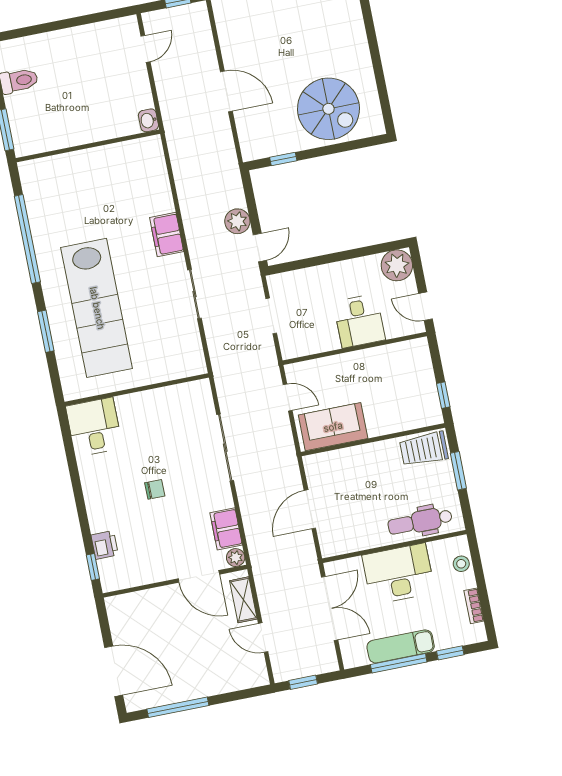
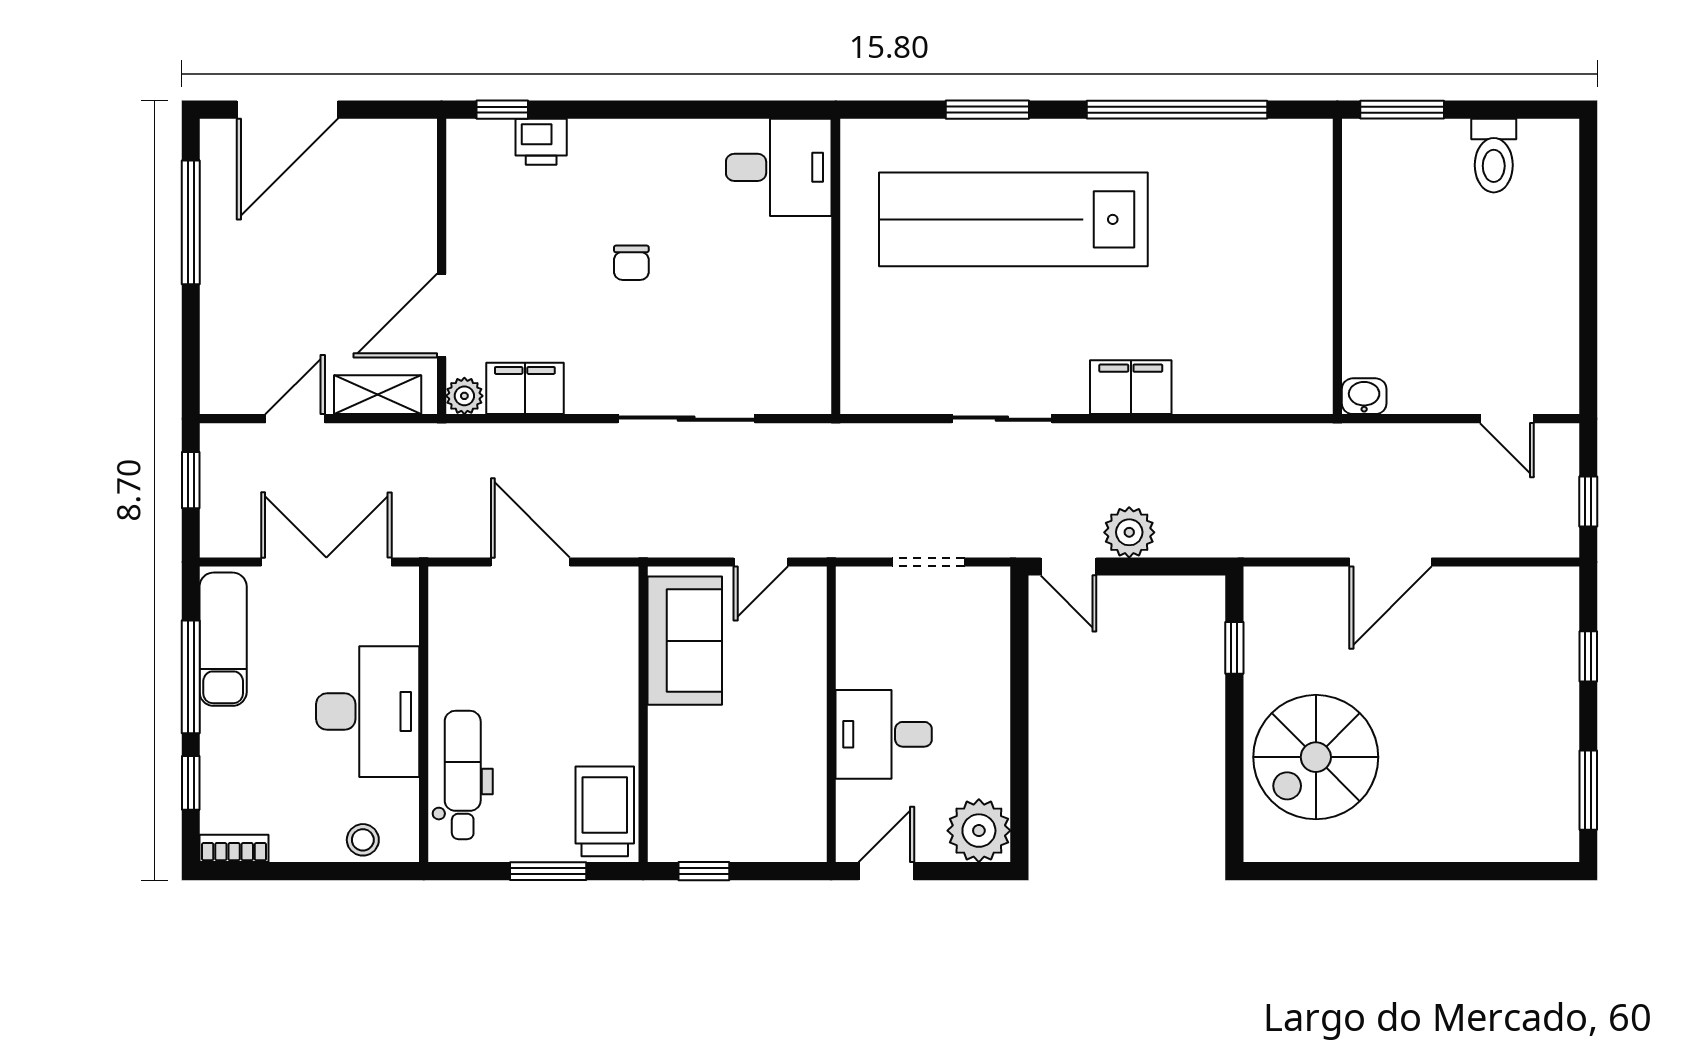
bookcase: (474, 606) -> (234, 848), moved
double door: (330, 608) -> (326, 562), swing flipped
exam couch: (401, 646) -> (223, 639), moved

